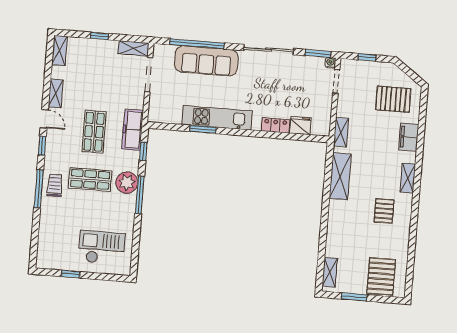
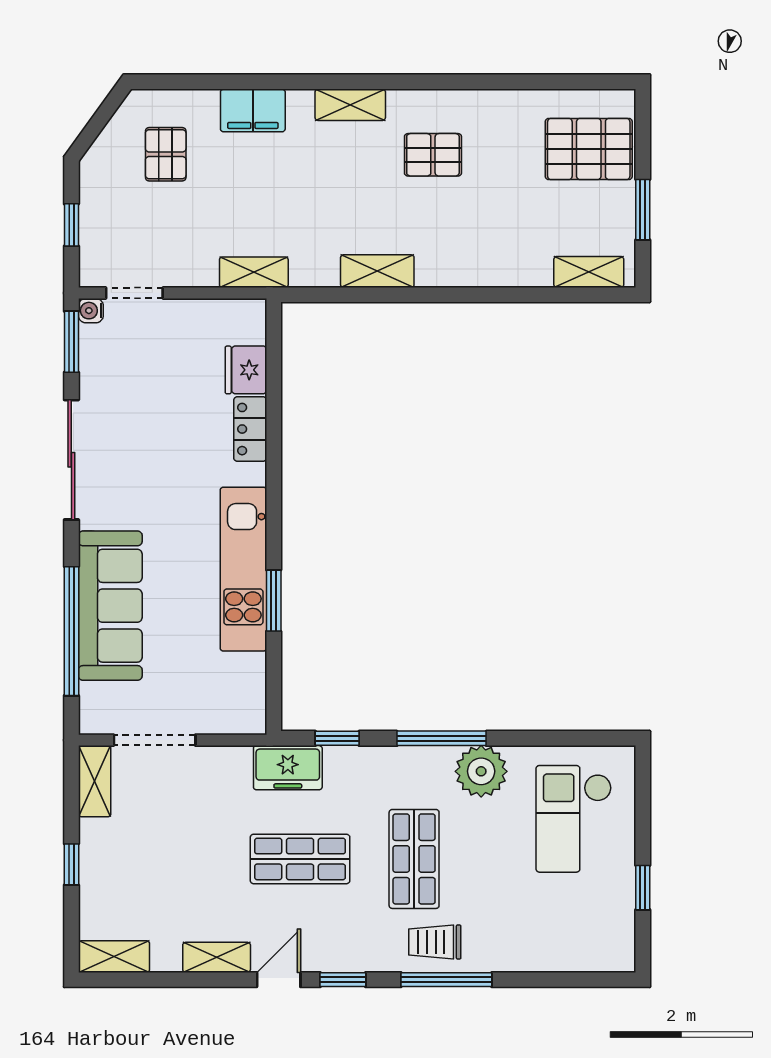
pallet: (393, 99) -> (166, 154), width x0.67, depth x0.71
freezer: (133, 130) -> (288, 768), width x0.71
shelving: (340, 176) -> (377, 271), width x0.67, depth x0.75
plant: (127, 183) -> (481, 771), moved

